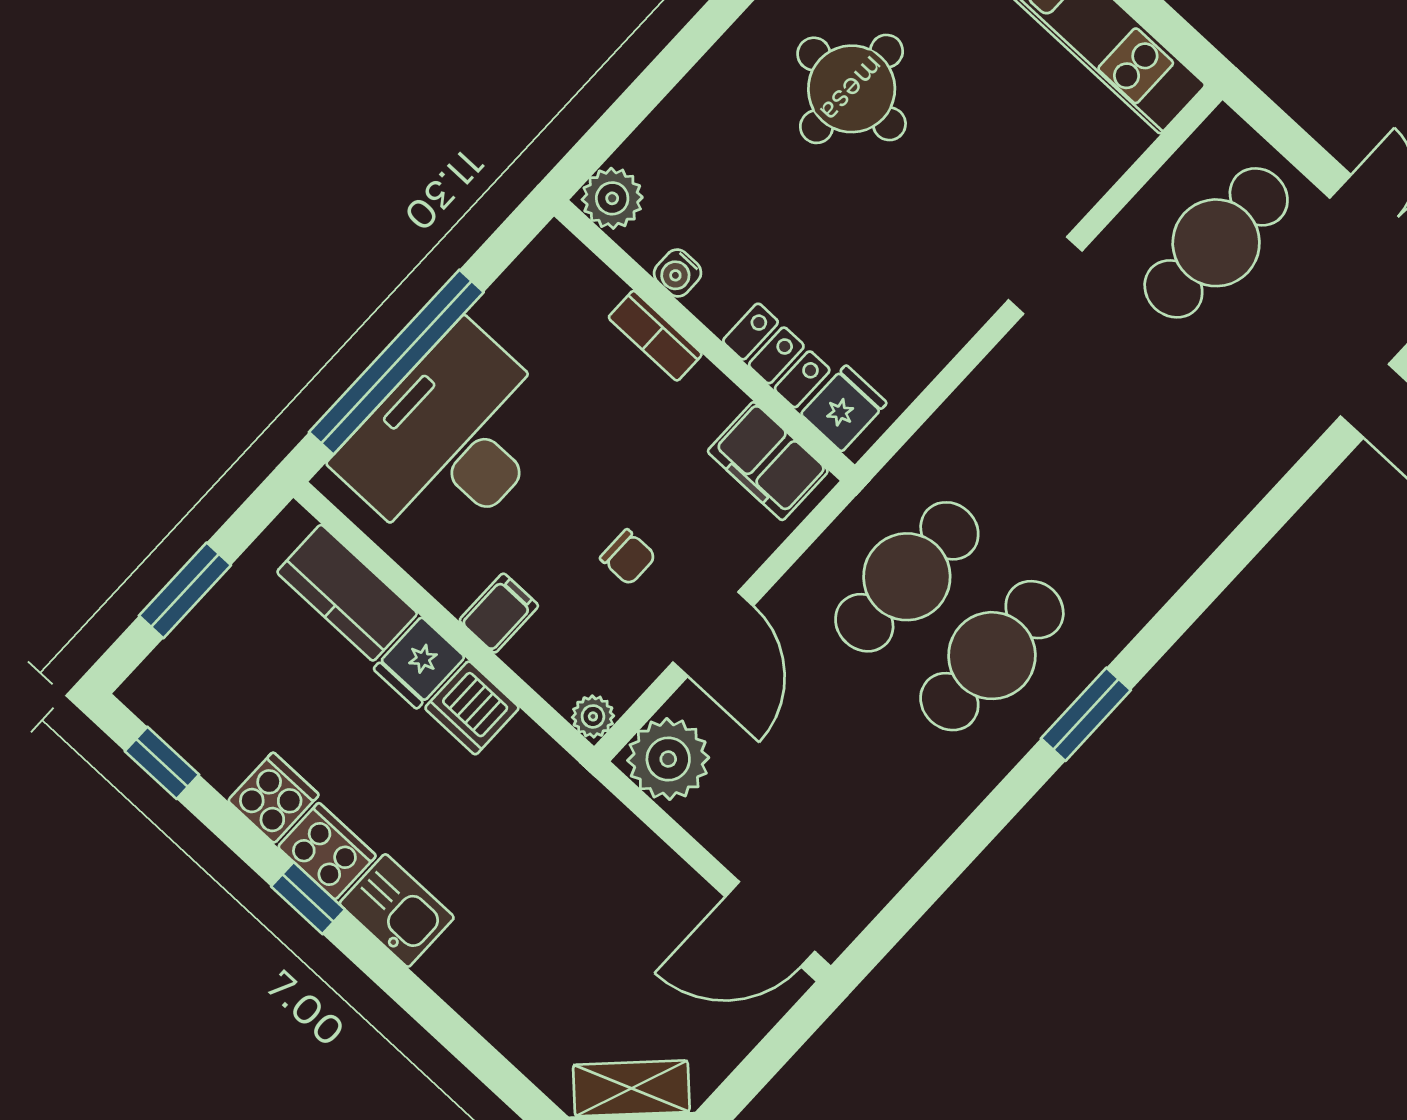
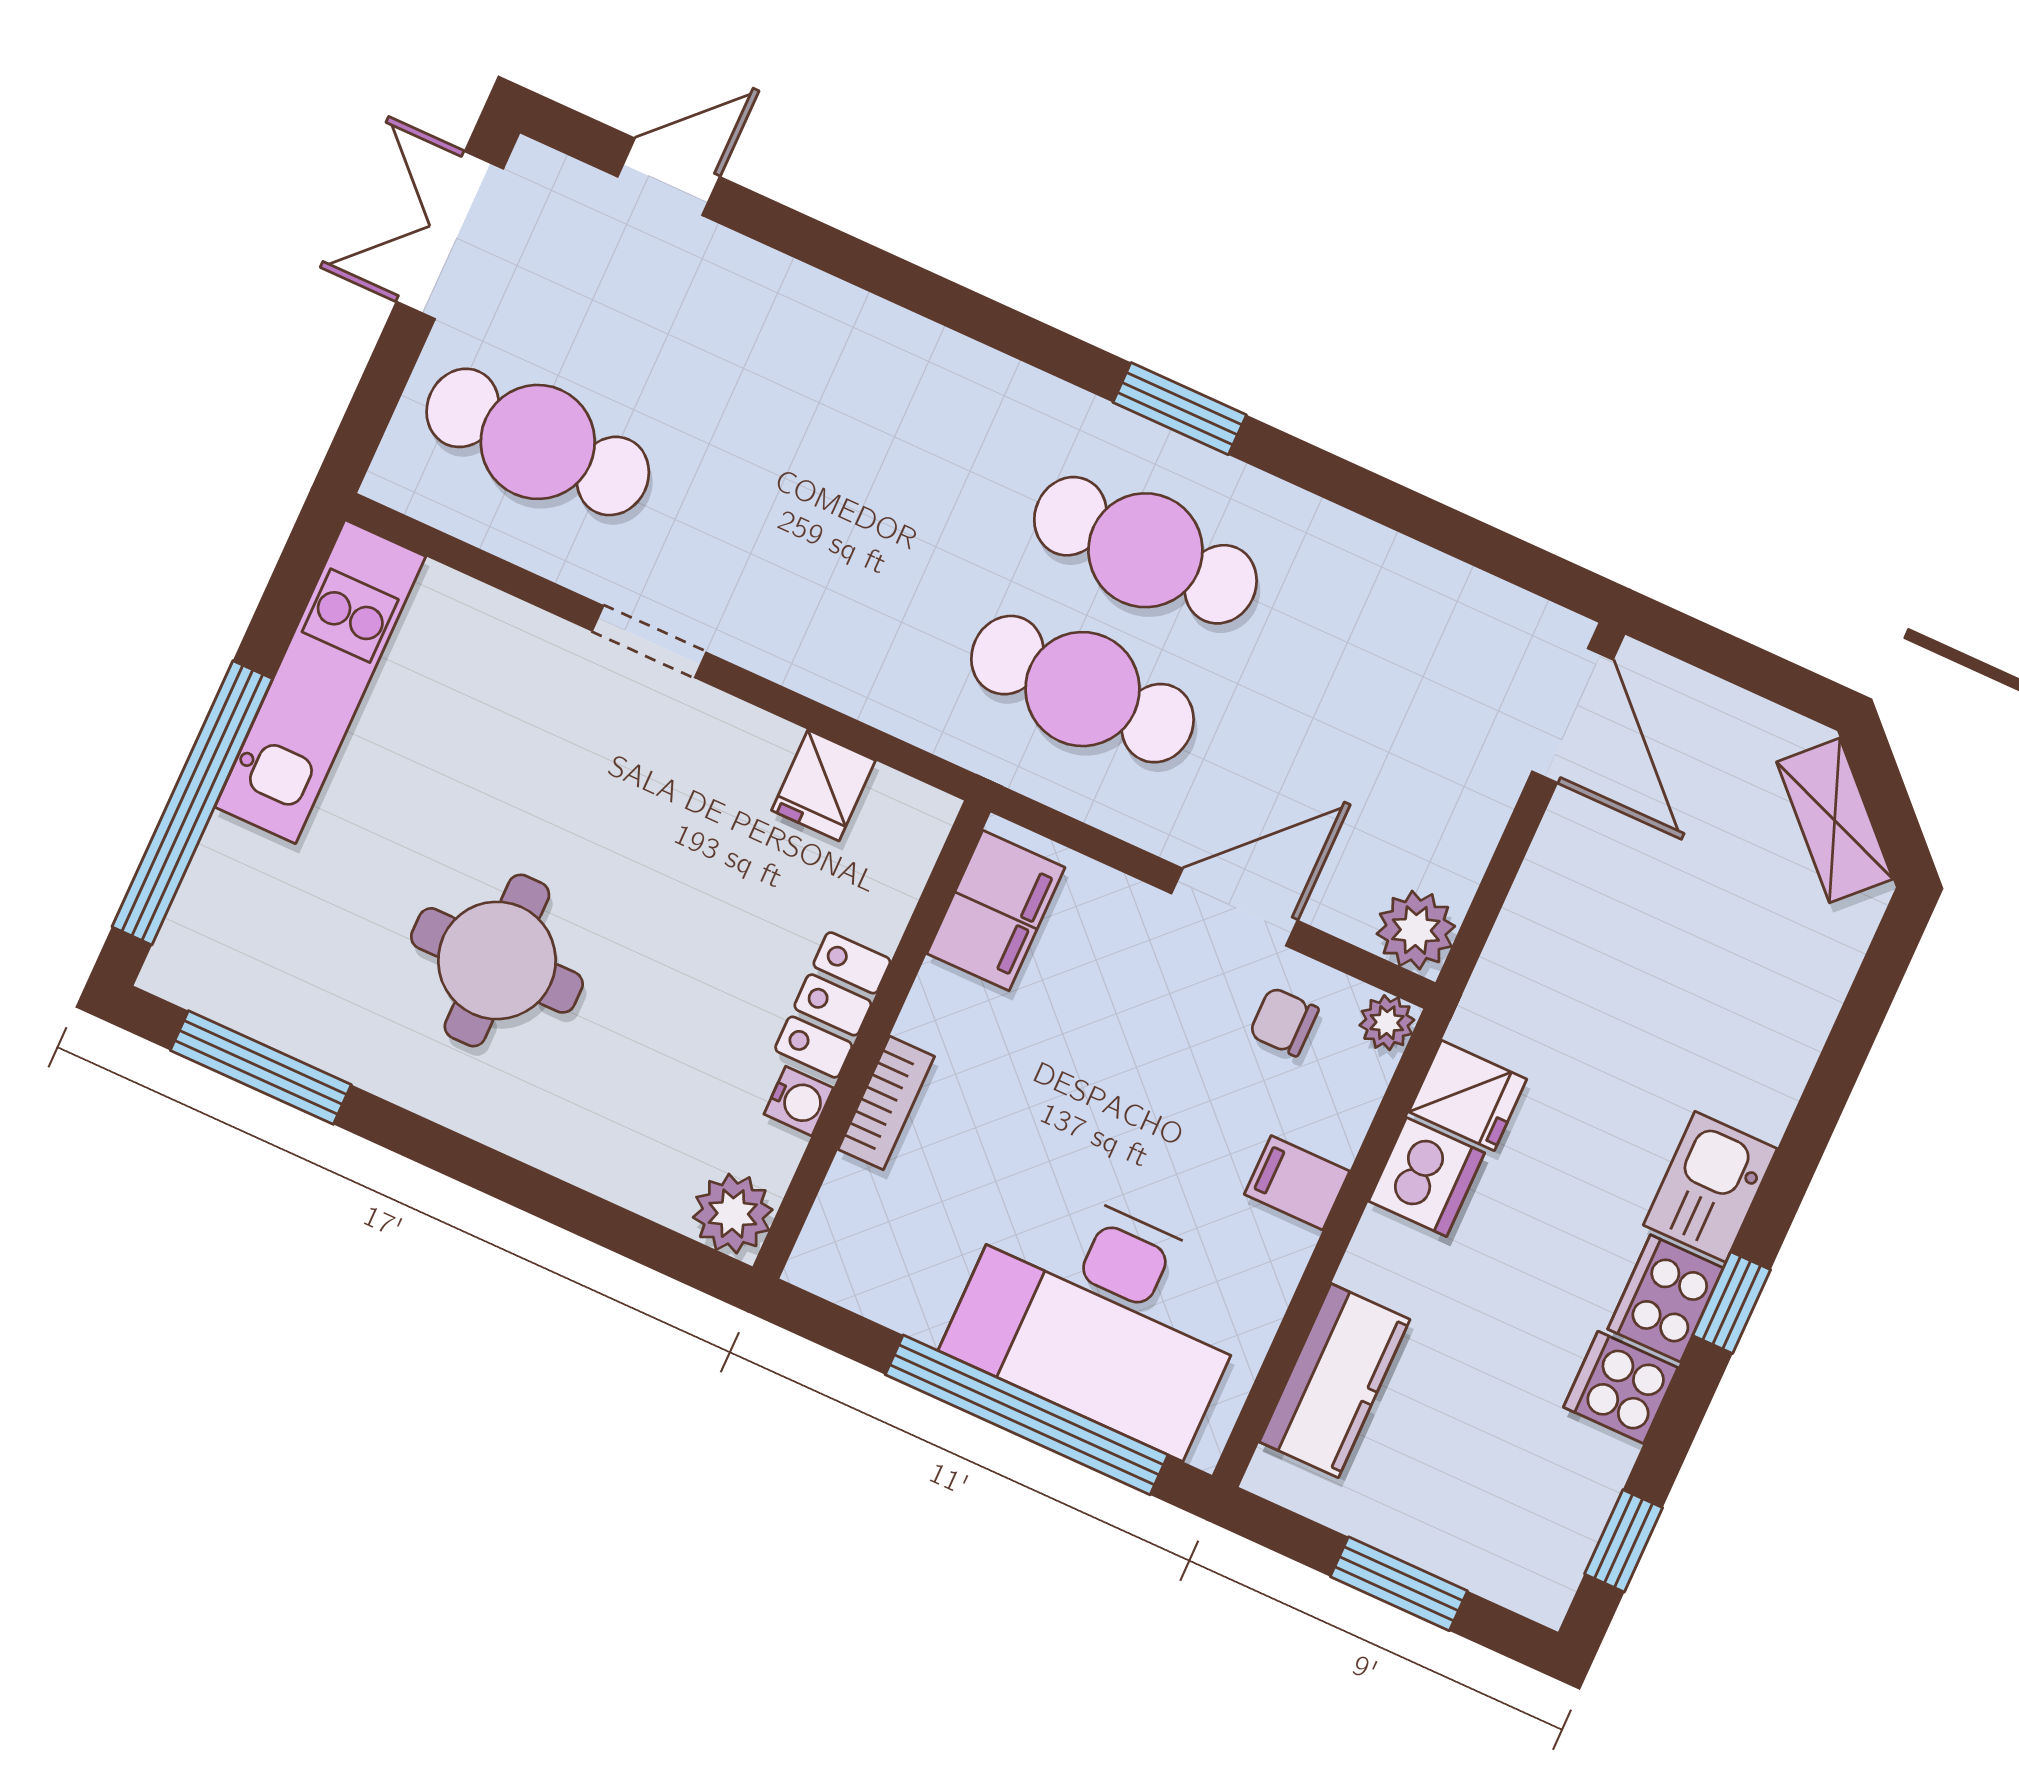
locker: (776, 355) -> (833, 1005), moved
fridge: (844, 408) -> (823, 785), moved, turned -90
chair: (628, 557) -> (1284, 1022), moved, turned -90
fridge: (419, 663) -> (1468, 1096), moved
plant: (668, 759) -> (1416, 930), width x0.73, depth x0.73

